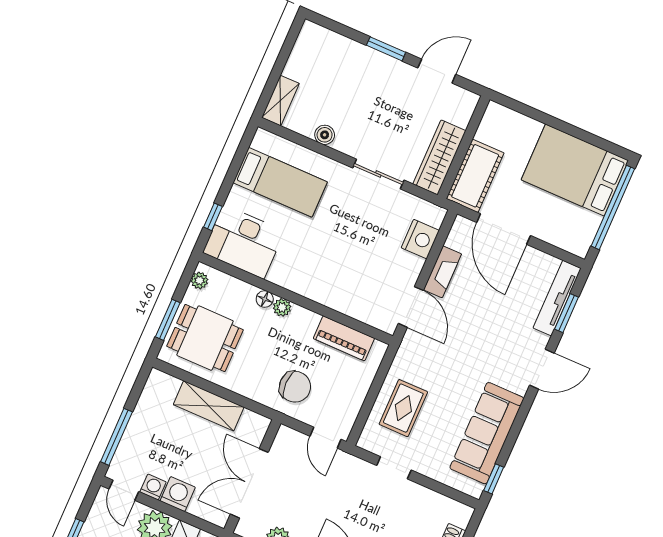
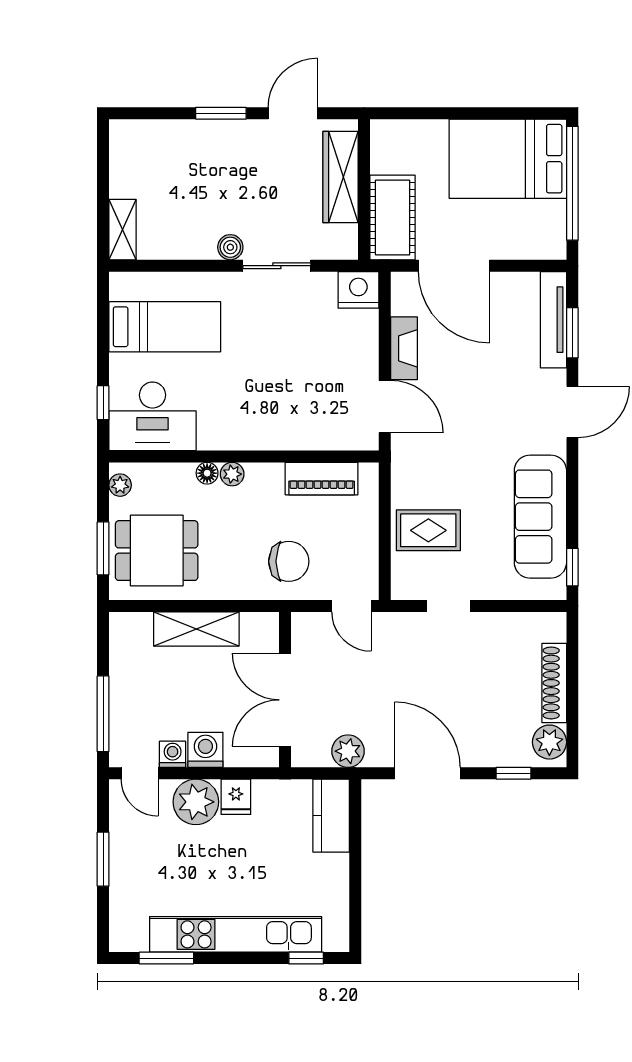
boiler: (325, 135) -> (230, 247), moved
wardrobe: (439, 157) -> (341, 177), moved
nightstand: (420, 239) -> (358, 290), moved, turned -90
rug: (403, 408) -> (428, 530), turned 90

